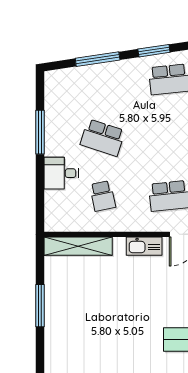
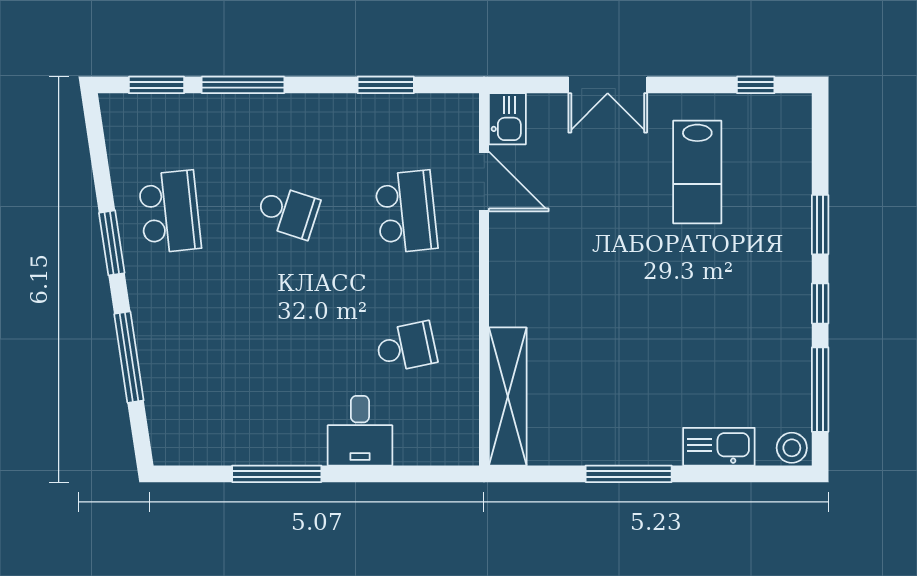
school desk: (103, 138) -> (288, 212), moved, width x0.54
kitchen sink: (144, 246) -> (719, 447), moved, turned -90

